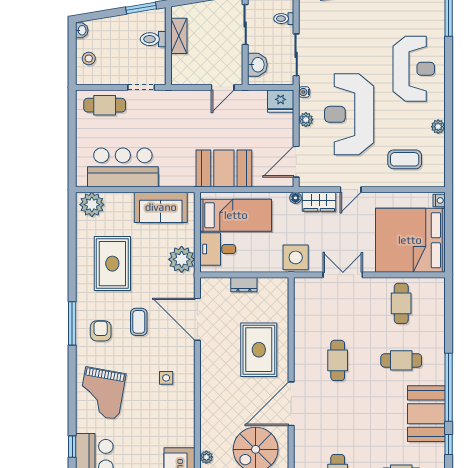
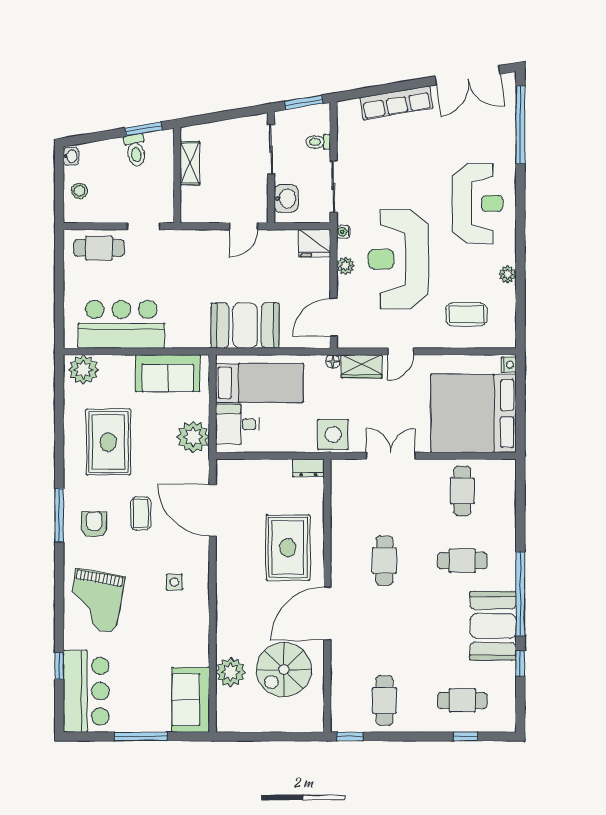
toilet: (153, 39) -> (136, 150), moved, turned -99
dresser: (244, 285) -> (308, 468), moved
plant: (206, 457) -> (231, 672), width x1.87, depth x1.87

